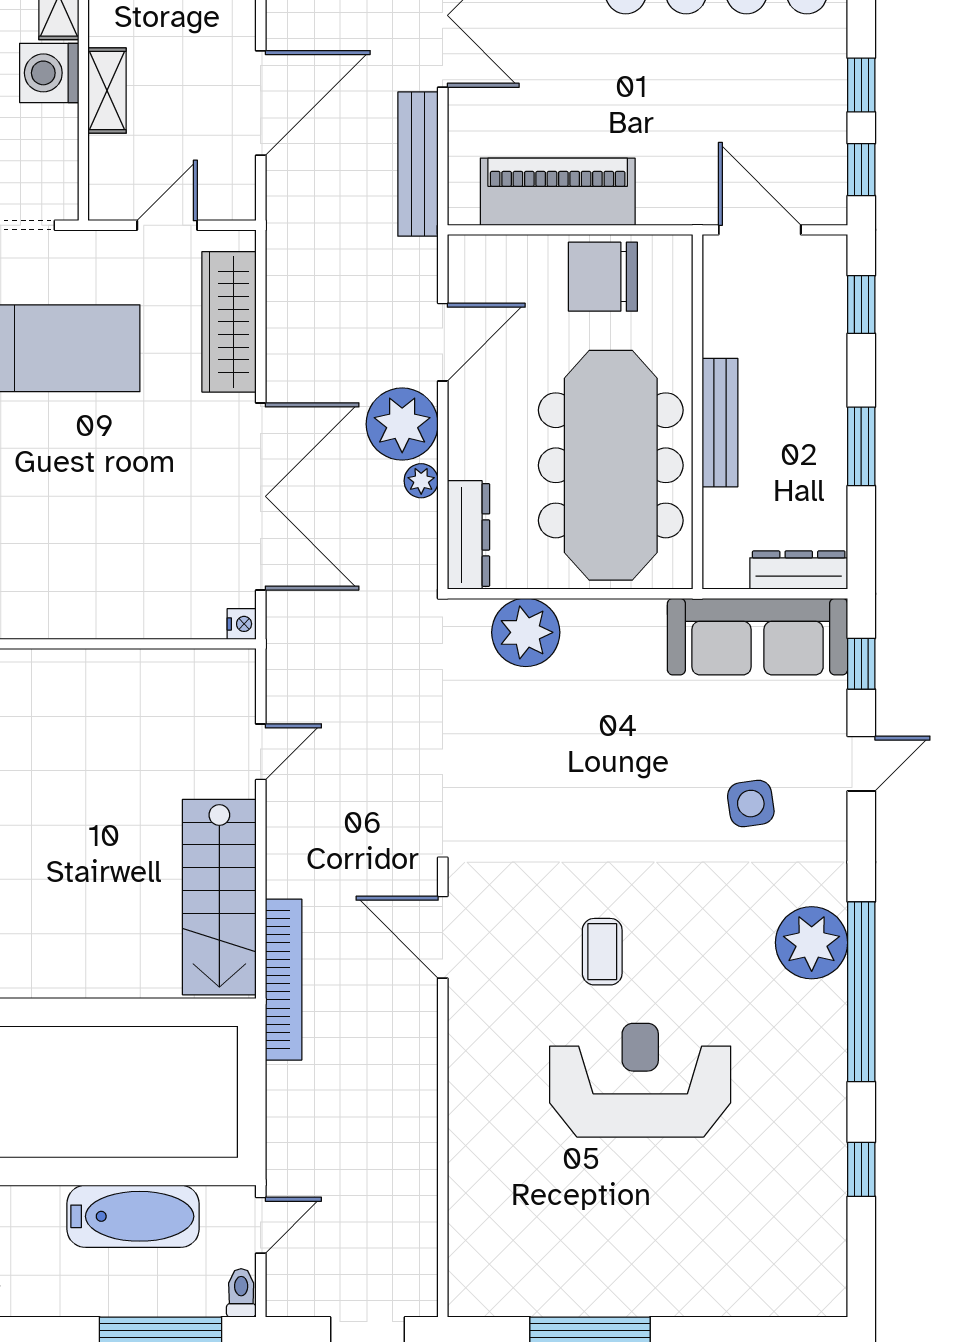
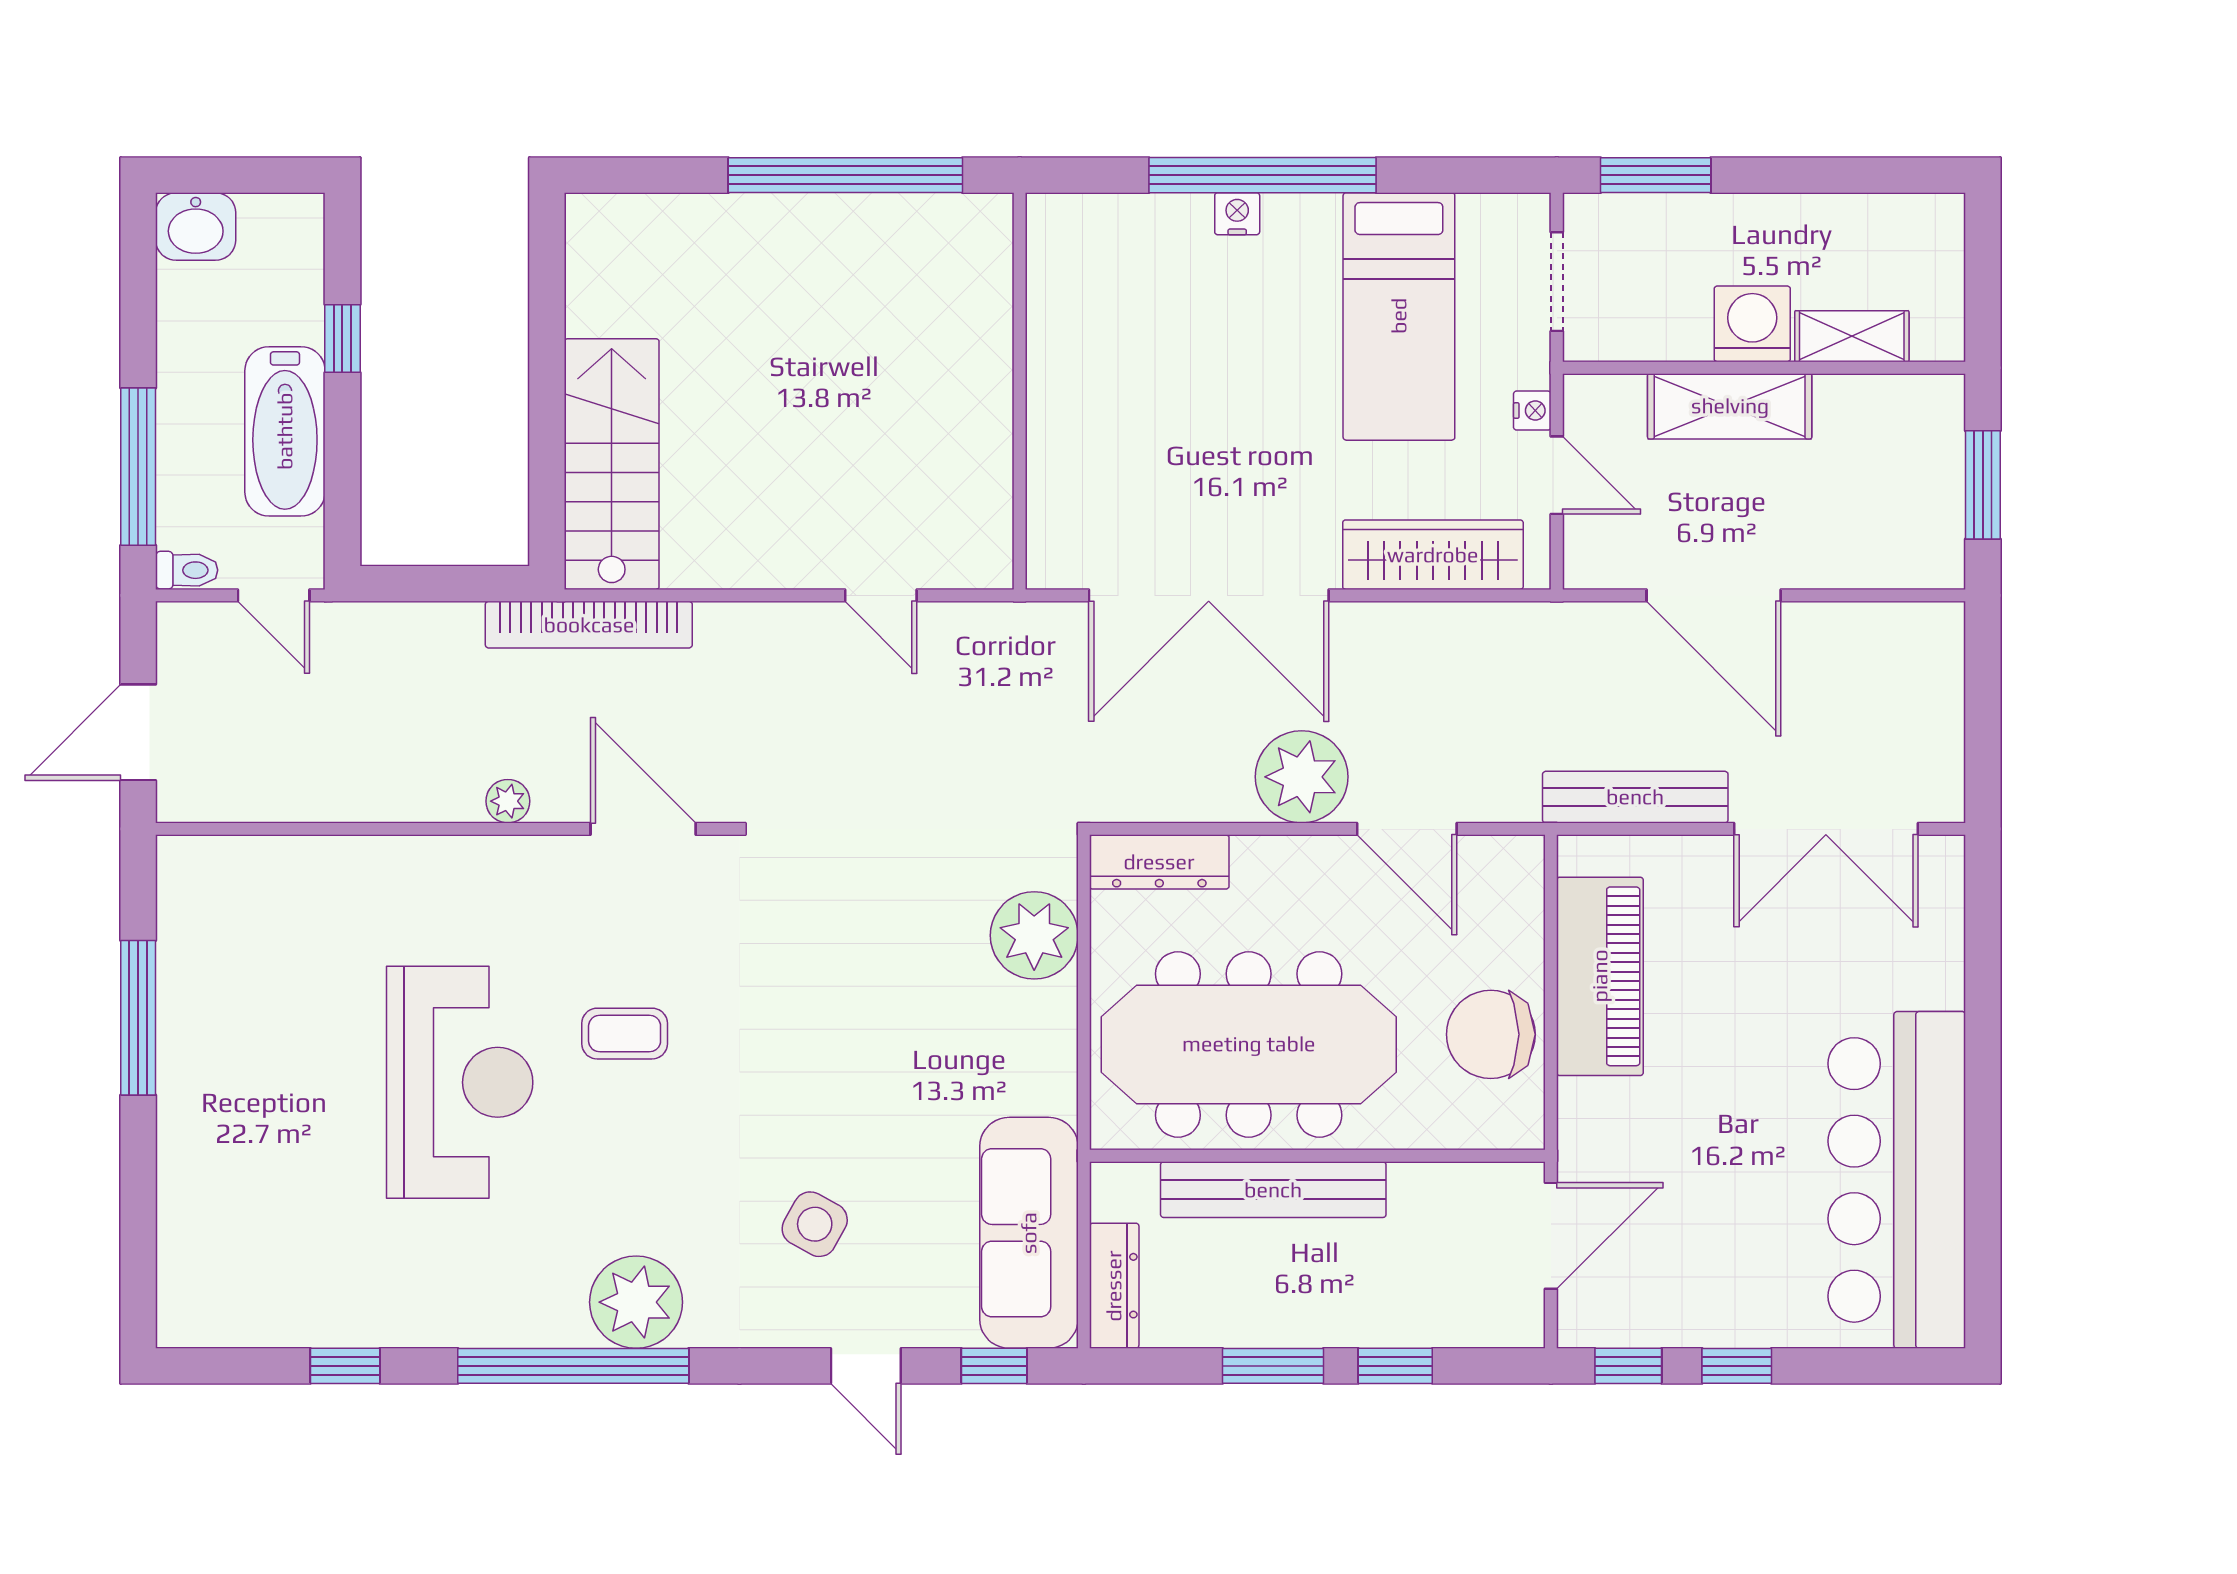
shelving: (107, 91) -> (1730, 406), width x1.50, depth x1.33
chair: (603, 277) -> (1491, 1034), turned -90
window: (861, 304) -> (1395, 1366), moved
bench: (720, 423) -> (1273, 1190), width x1.37, depth x1.21
plant: (421, 481) -> (508, 801), moved
nightstand: (242, 624) -> (1532, 411), moved, turned -90
side table: (751, 804) -> (815, 1224), turned 37
stairs: (219, 897) -> (612, 464), moved, turned 90
door: (443, 937) -> (643, 829), hinge flipped
window: (61, 1171) -> (342, 338), added

